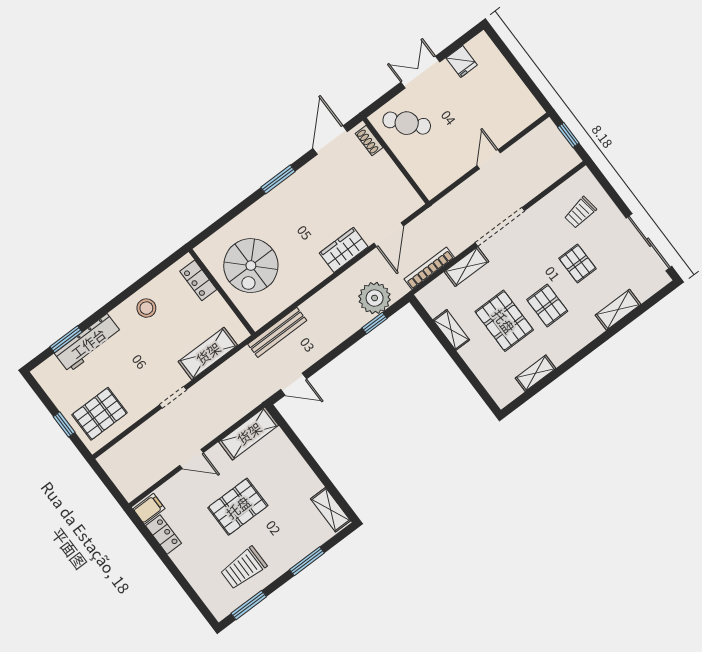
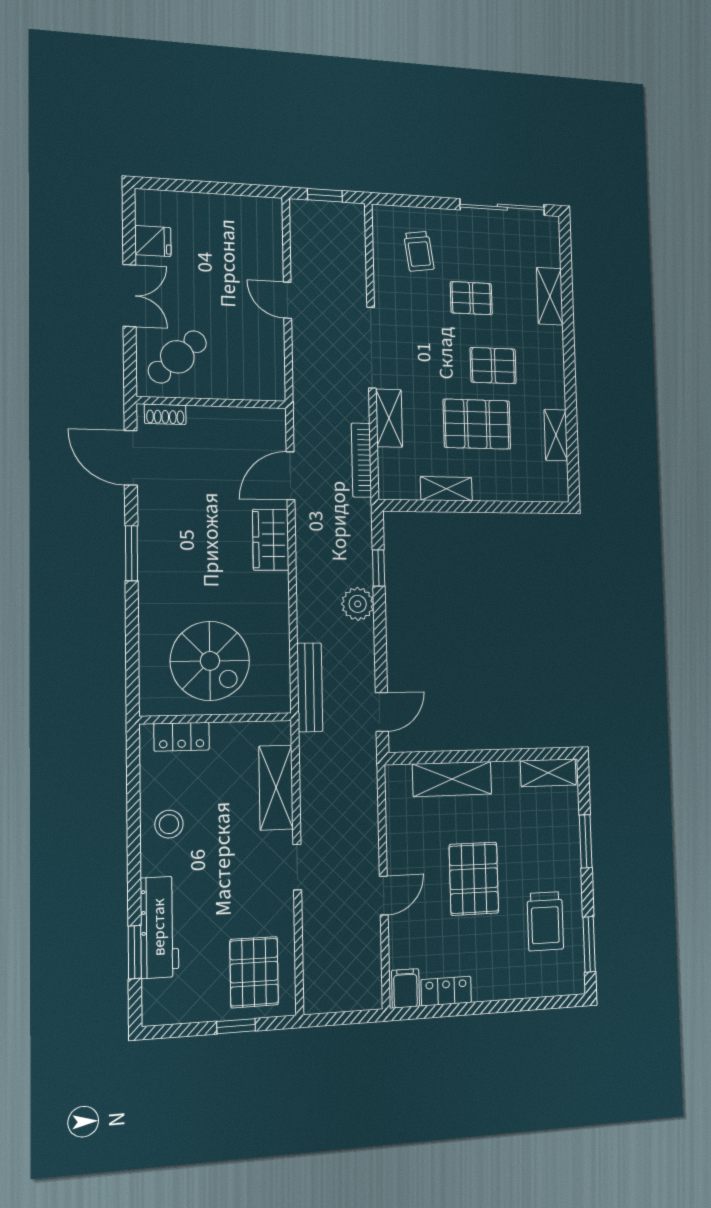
double door: (420, 72) -> (129, 296), swing flipped
door: (389, 235) -> (291, 476), swing flipped
plant: (375, 298) -> (358, 604), moved, width x0.73, depth x0.73
shelving: (249, 433) -> (452, 779), moved, turned 90

